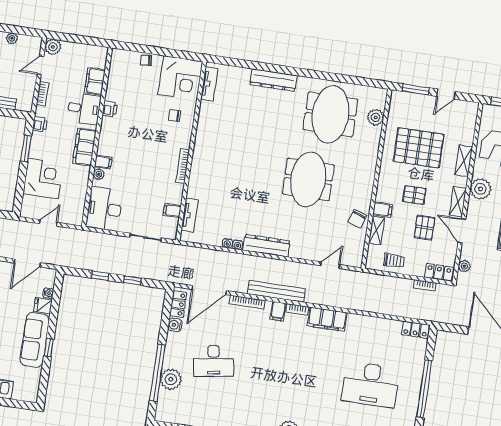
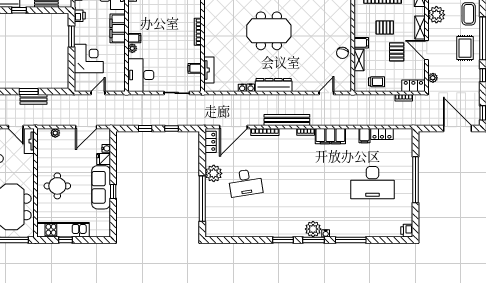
meeting table: (308, 179) -> (269, 31), moved, turned 90
filing cabinet: (278, 311) -> (364, 136), moved
water cooler: (175, 325) -> (210, 159), removed
locker: (415, 330) -> (382, 134), moved
plant: (171, 379) -> (214, 173), moved

